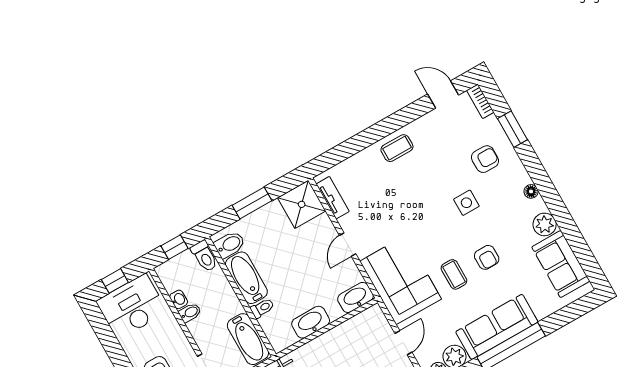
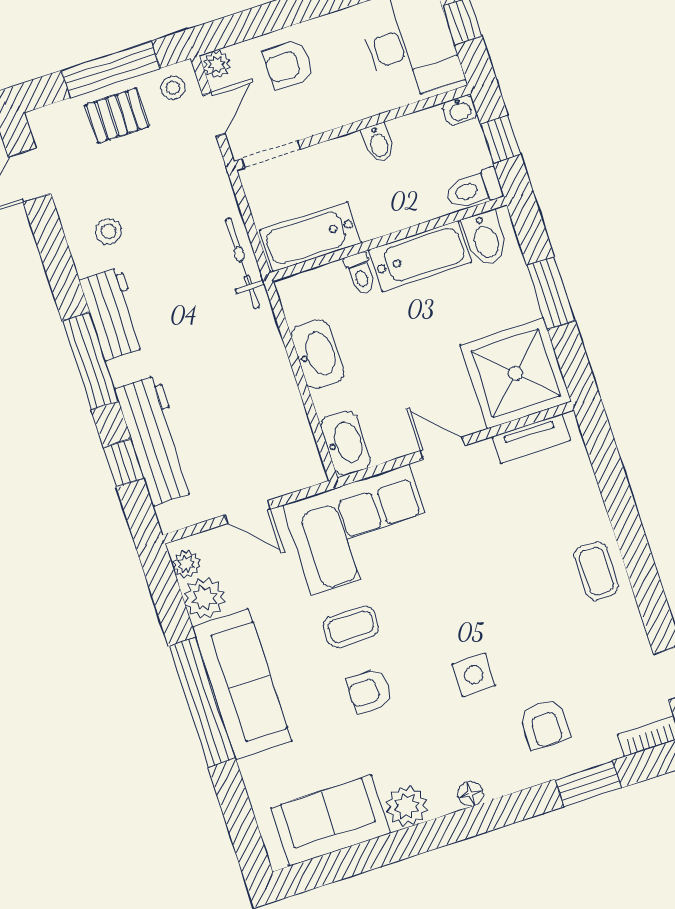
shower: (302, 204) -> (516, 373), width x1.37, depth x1.37
washbasin: (179, 299) -> (460, 110), moved

